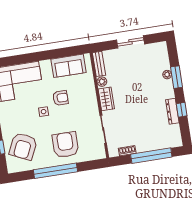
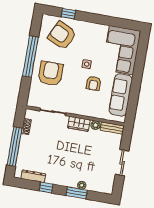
sofa: (69, 66) -> (121, 95), width x1.36
dresser: (172, 111) -> (33, 176), moved
armchair: (65, 145) -> (51, 73), turned -90

